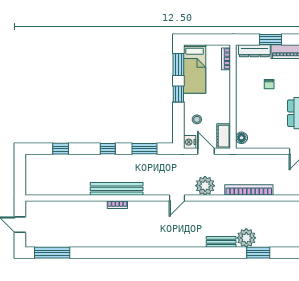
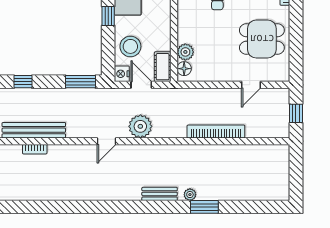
stool: (197, 119) -> (130, 46), width x1.89, depth x1.89
plant: (243, 124) -> (185, 52), added
window: (144, 149) -> (80, 82), moved
bookcase: (249, 190) -> (216, 132), moved
plant: (246, 238) -> (190, 195), width x0.53, depth x0.53

